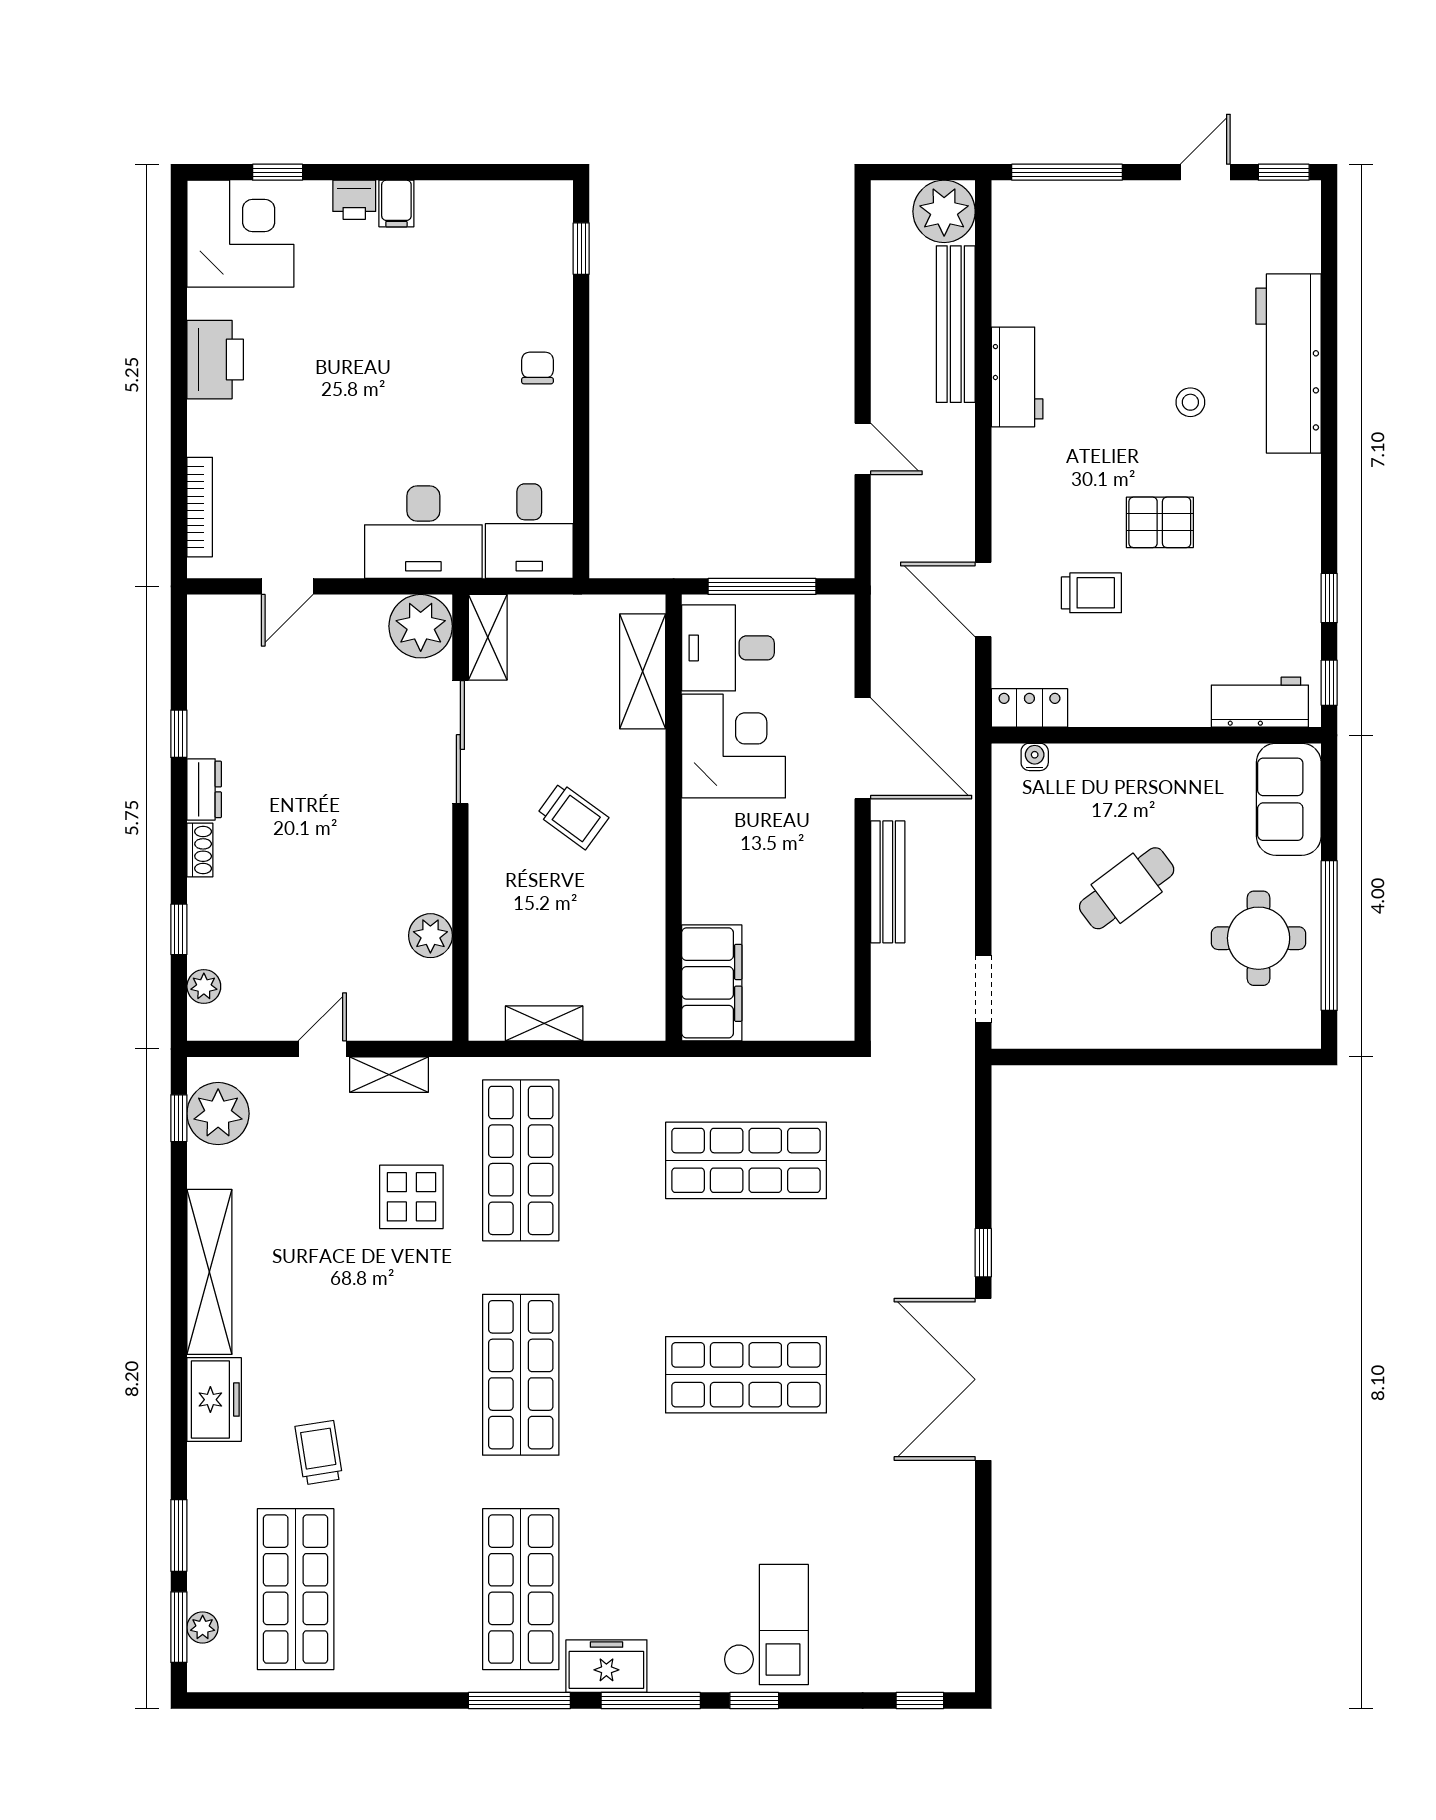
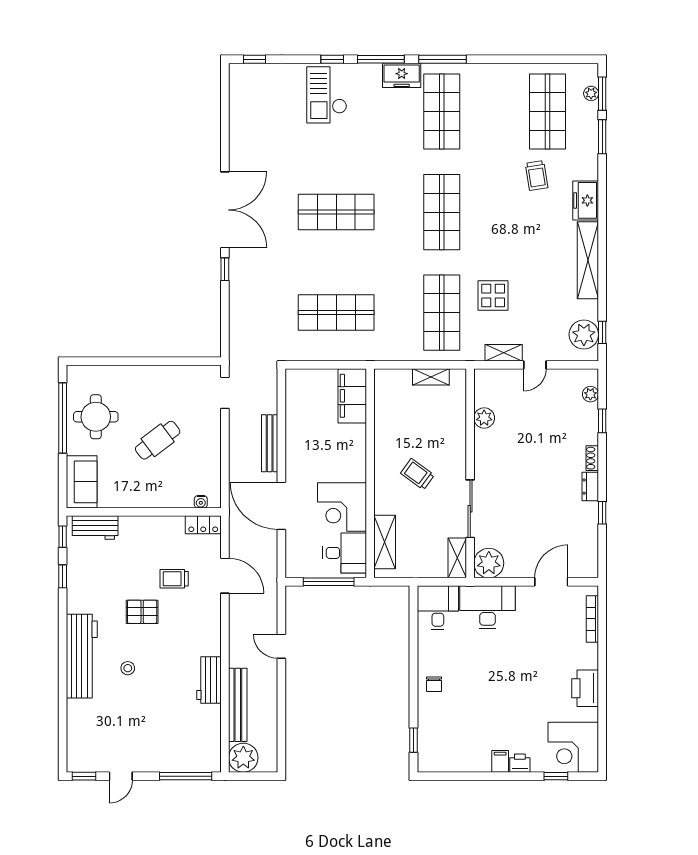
workbench: (1288, 363) -> (82, 656), moved
door: (287, 586) -> (551, 582), width x1.38

